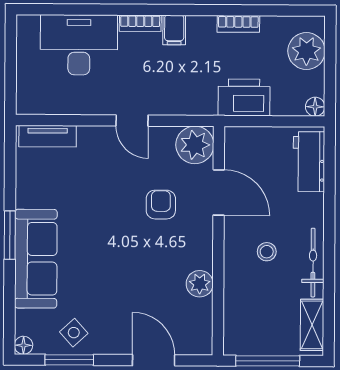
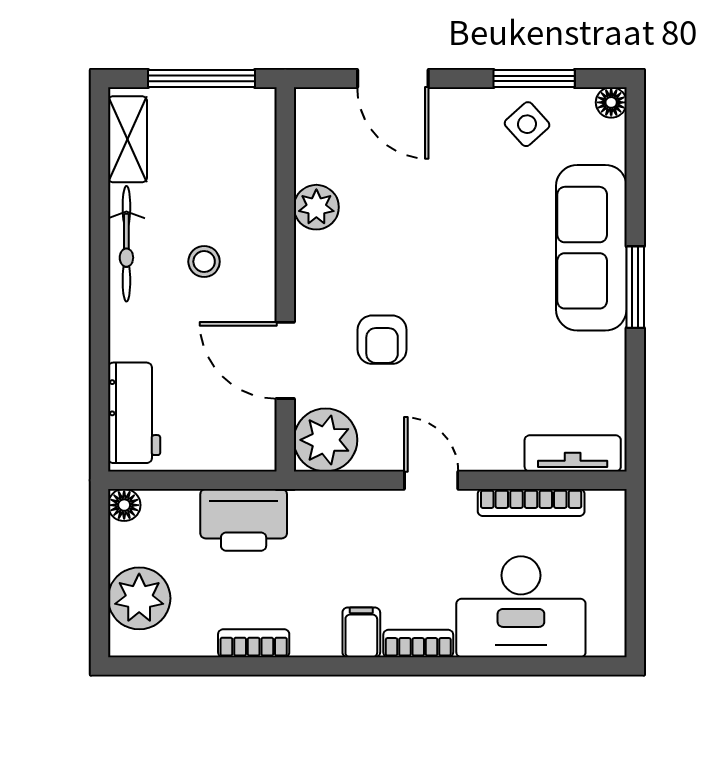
bookcase: (72, 107) -> (531, 503), added

